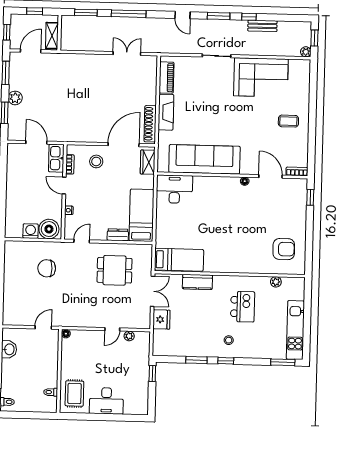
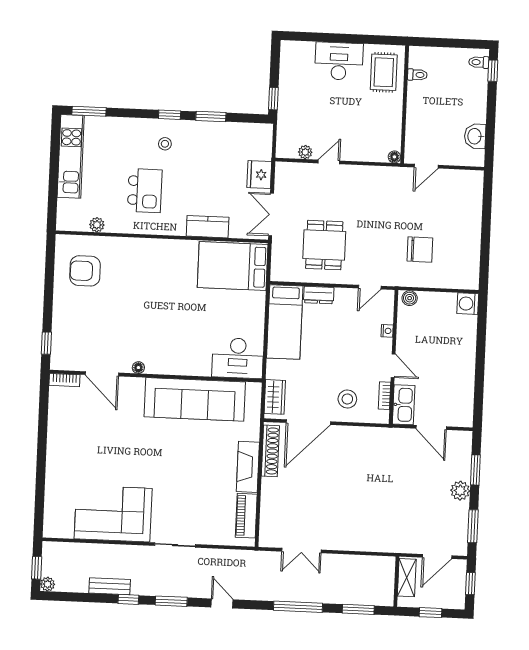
plant: (306, 52) -> (48, 584), moved
coffee table: (288, 121) -> (75, 451), removed
boiler: (49, 229) -> (410, 298), width x0.54, depth x0.54
washing machine: (31, 231) -> (468, 304), moved, turned 90
bed: (179, 260) -> (233, 266), width x1.50
dining table: (115, 270) -> (324, 245), turned 90
kitchen island: (242, 307) -> (145, 191), turned 180

